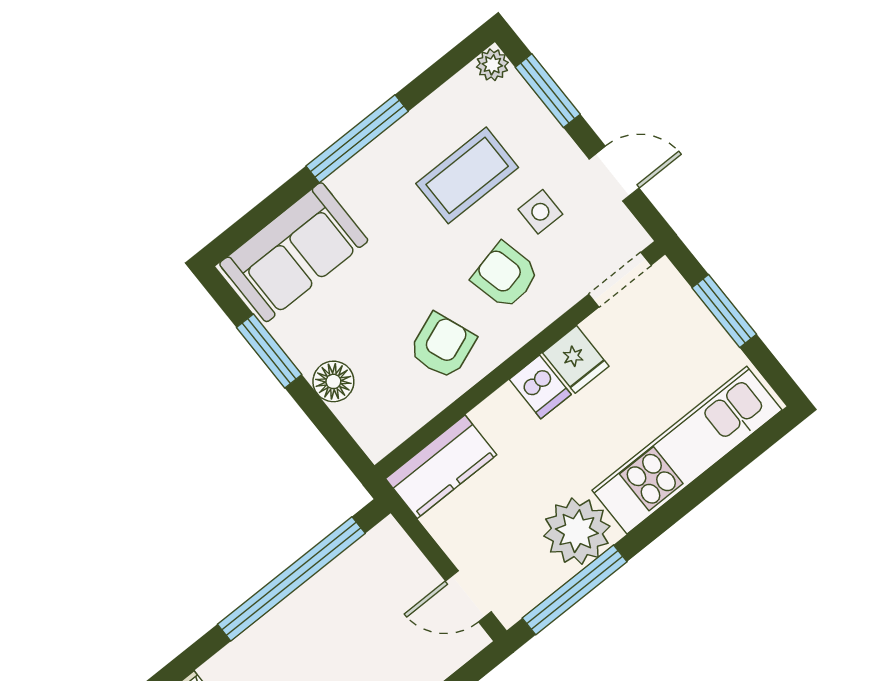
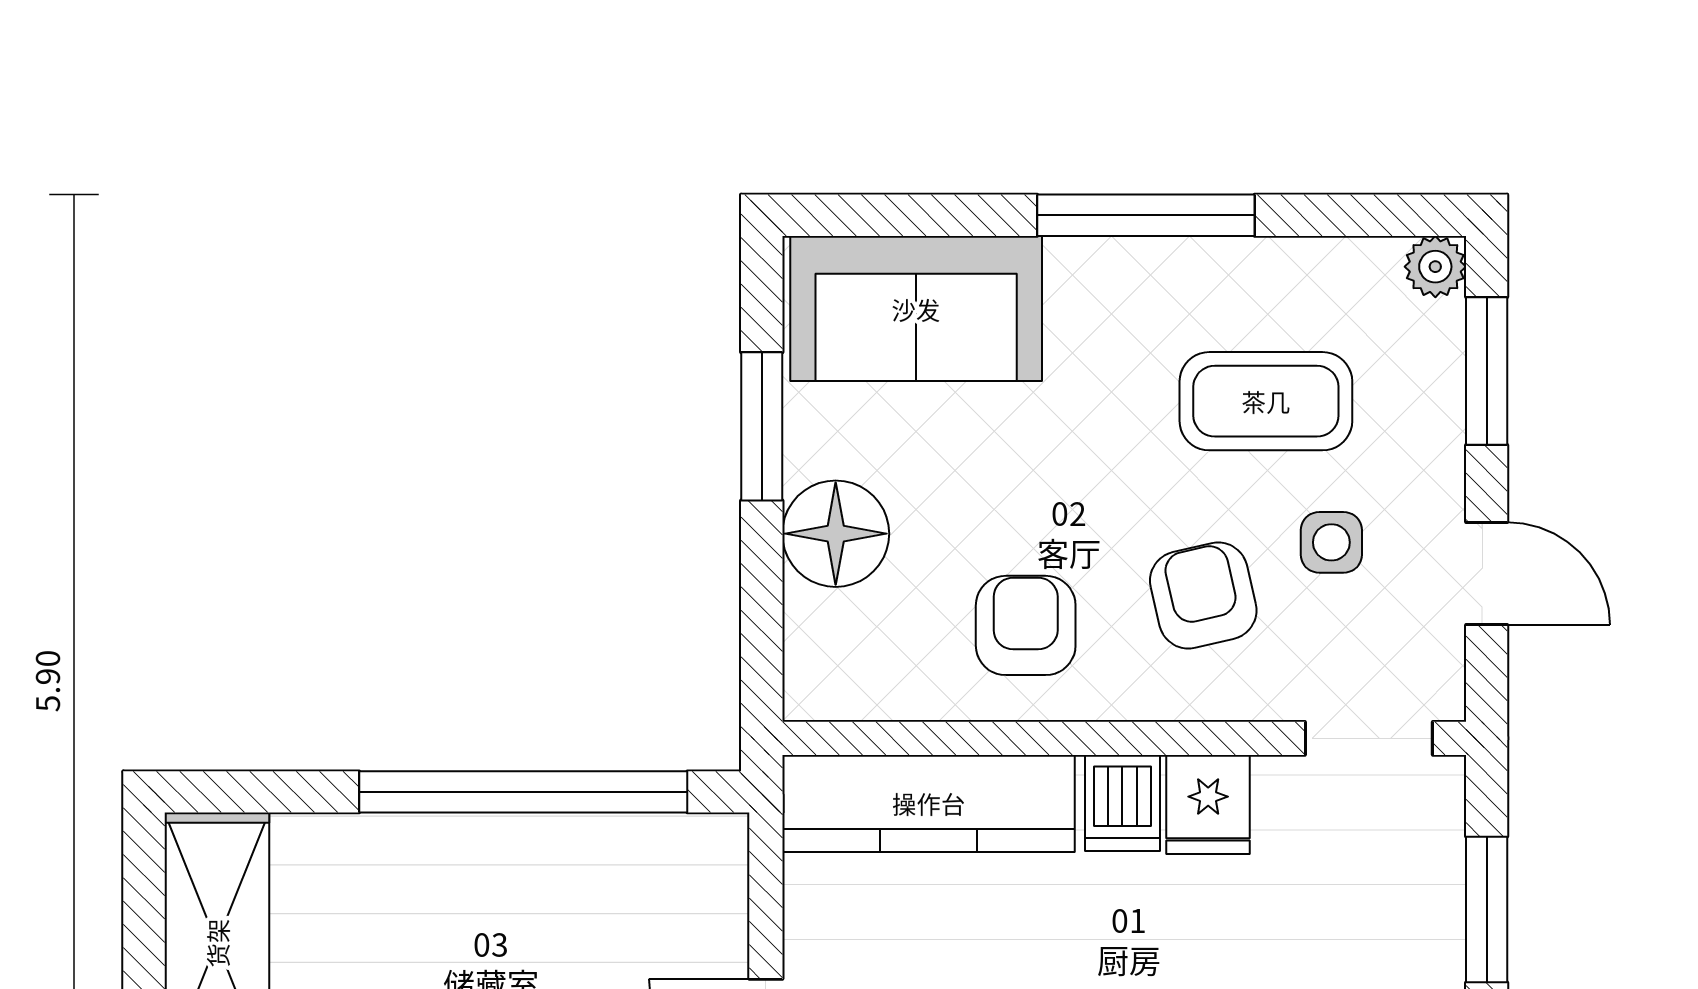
armchair: (442, 346) -> (1026, 625), turned -69
floor lamp: (333, 381) -> (836, 534), width x1.38, depth x1.38
kitchen counter: (441, 467) -> (929, 803), width x1.50

